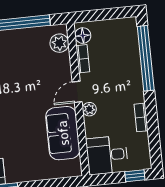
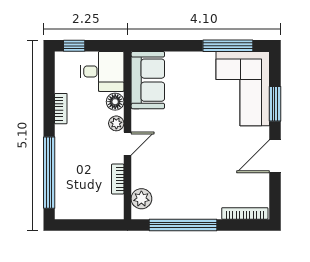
floor lamp: (83, 36) -> (115, 102), moved
sofa: (63, 133) -> (148, 80), moved

